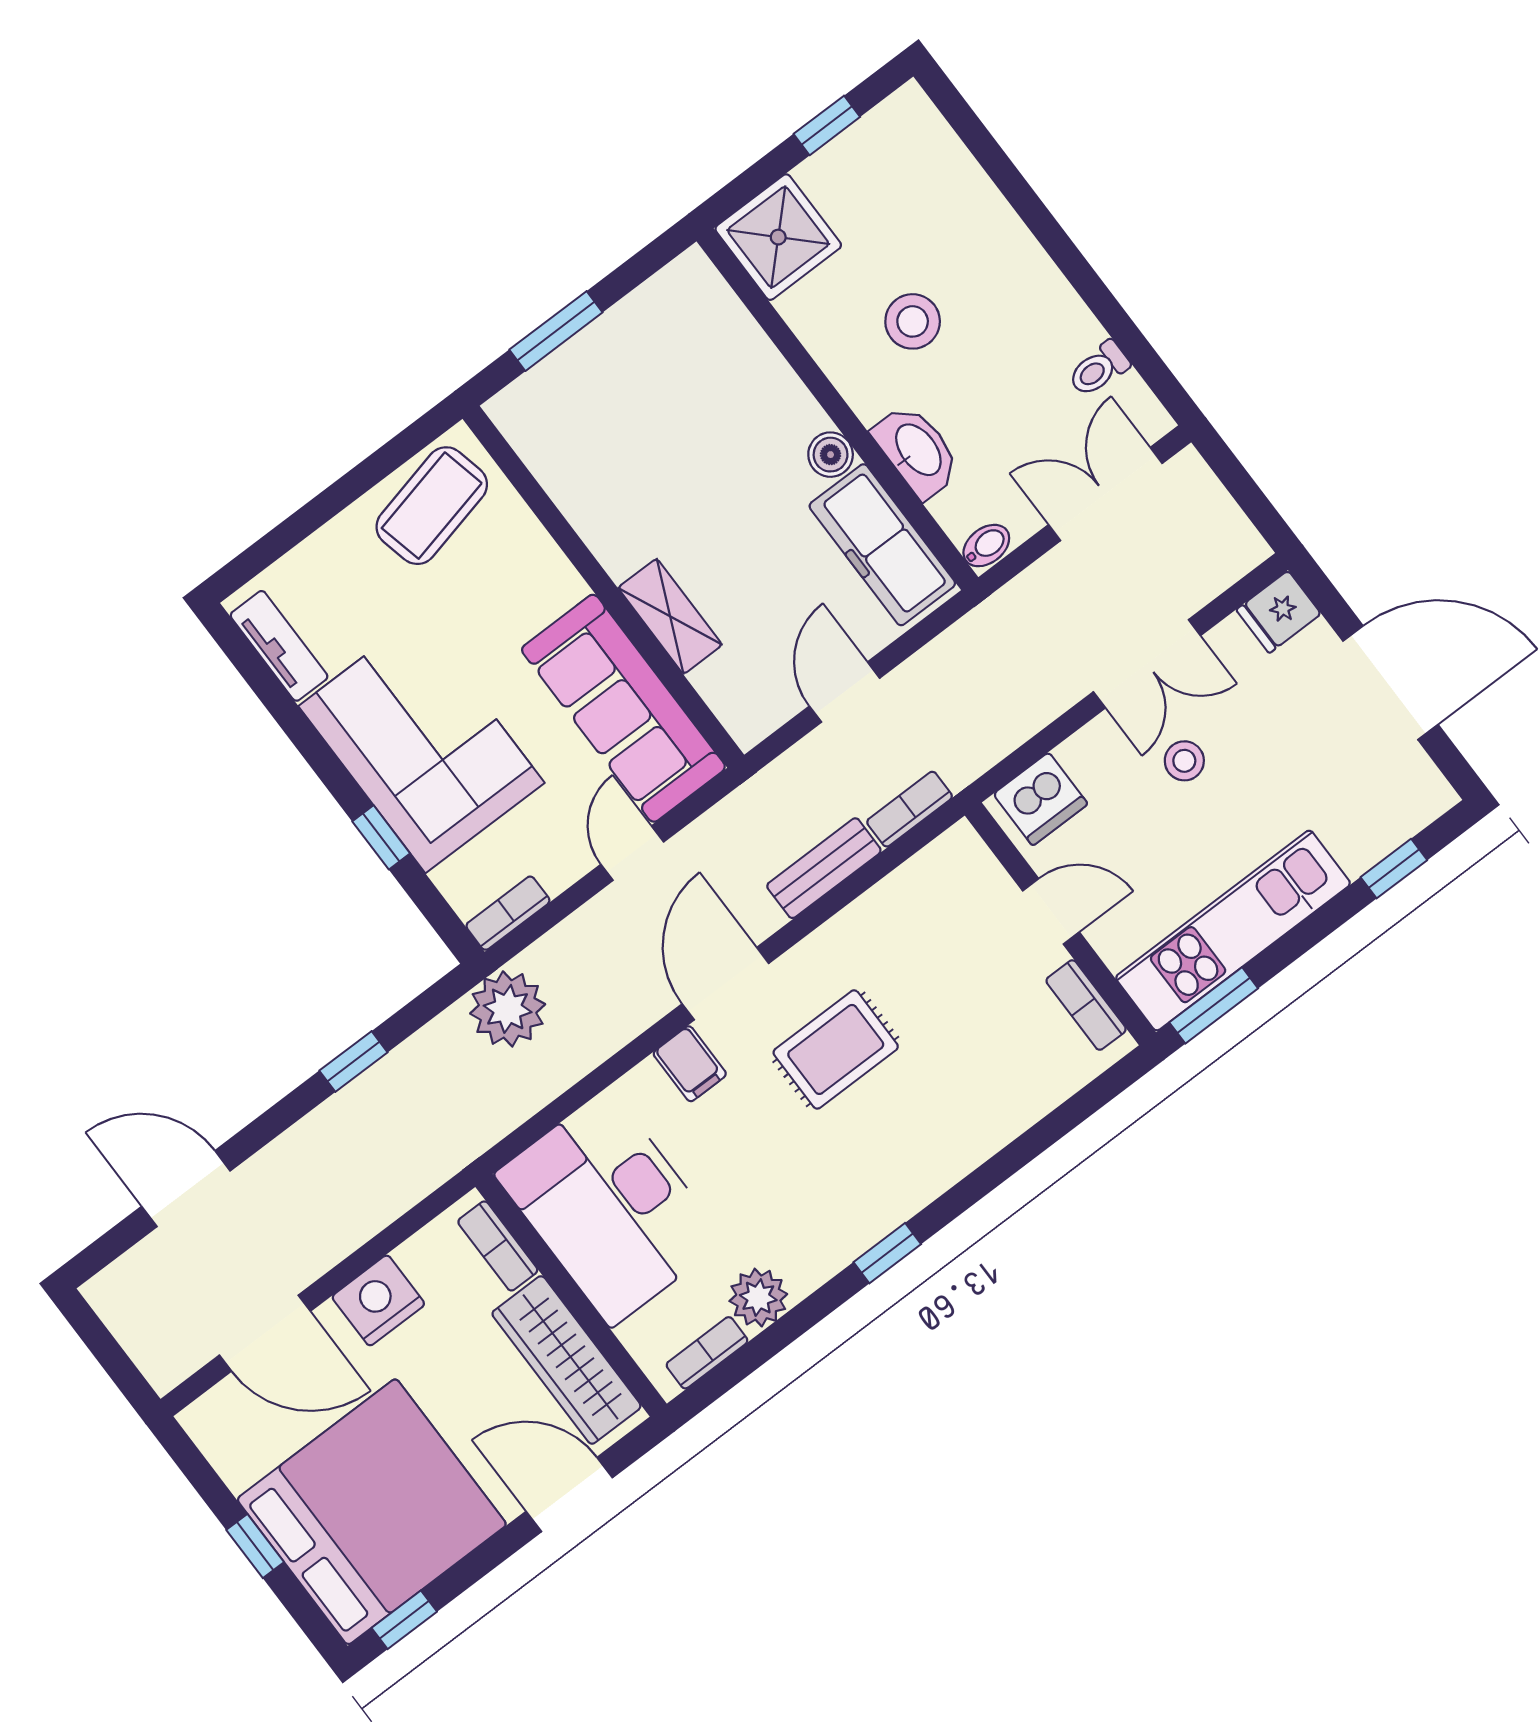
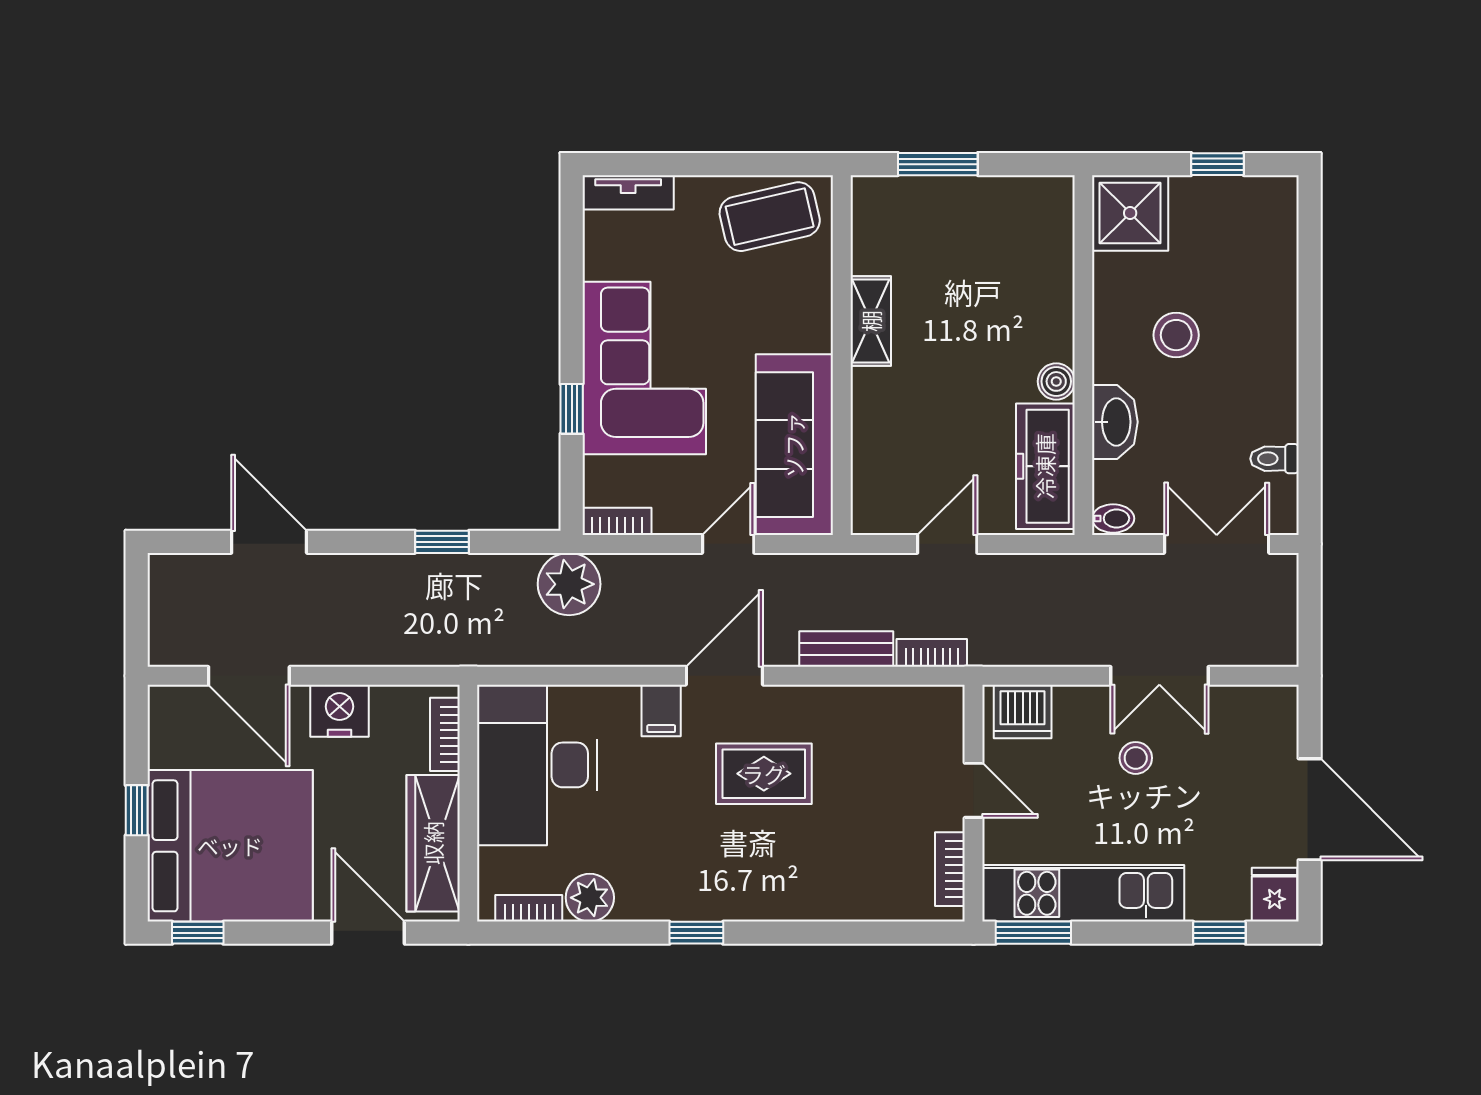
fridge: (1279, 612) -> (1275, 895), moved, turned 90
shelving: (670, 616) -> (871, 321), moved
tv unit: (279, 646) -> (628, 192), moved, turned 90

